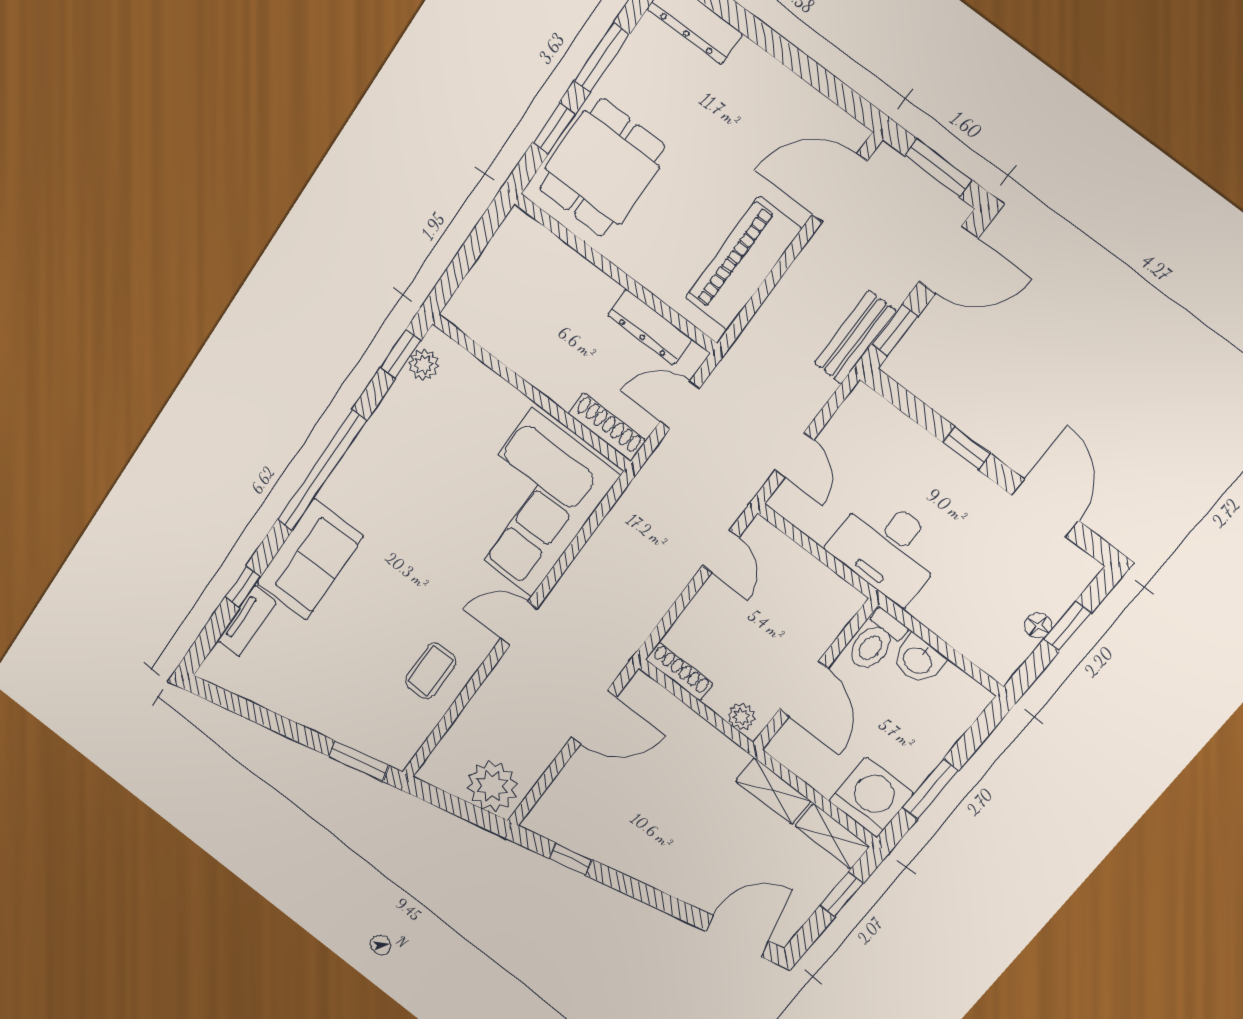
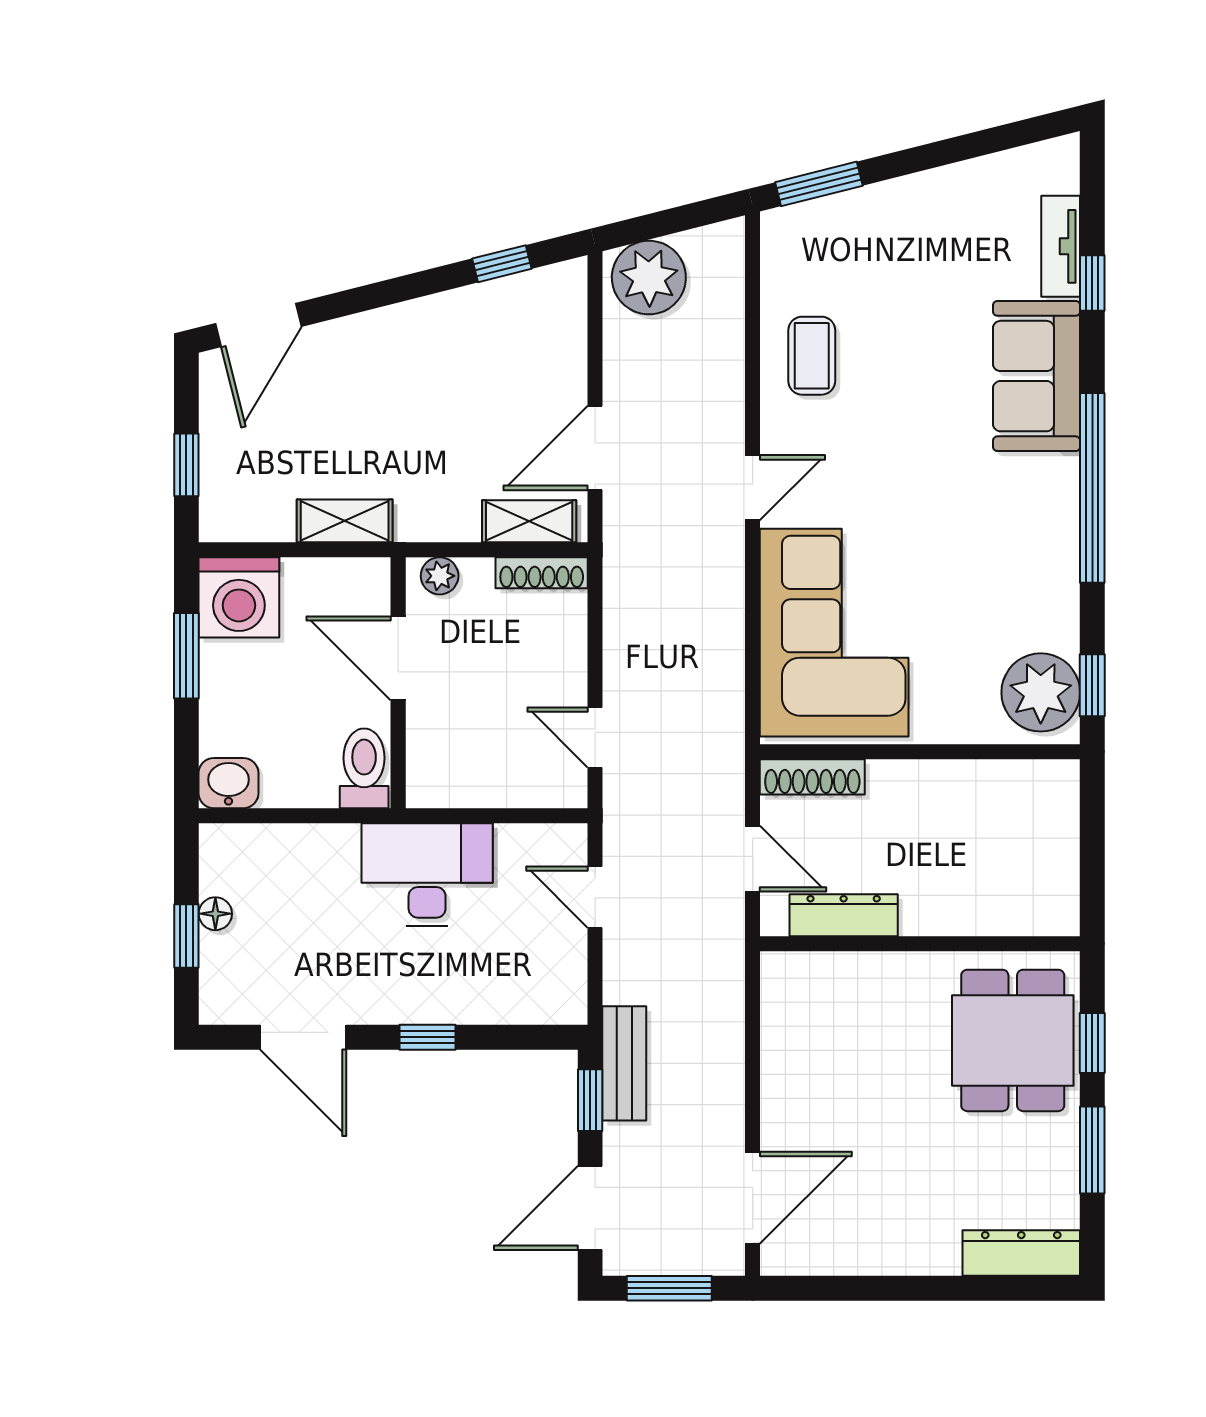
piano: (743, 263) -> (794, 1052), removed
plant: (423, 365) -> (1041, 692), width x1.88, depth x1.88
door: (680, 405) -> (753, 859), hinge flipped
washbasin: (918, 660) -> (229, 783), moved
shelving: (832, 836) -> (529, 521), moved

